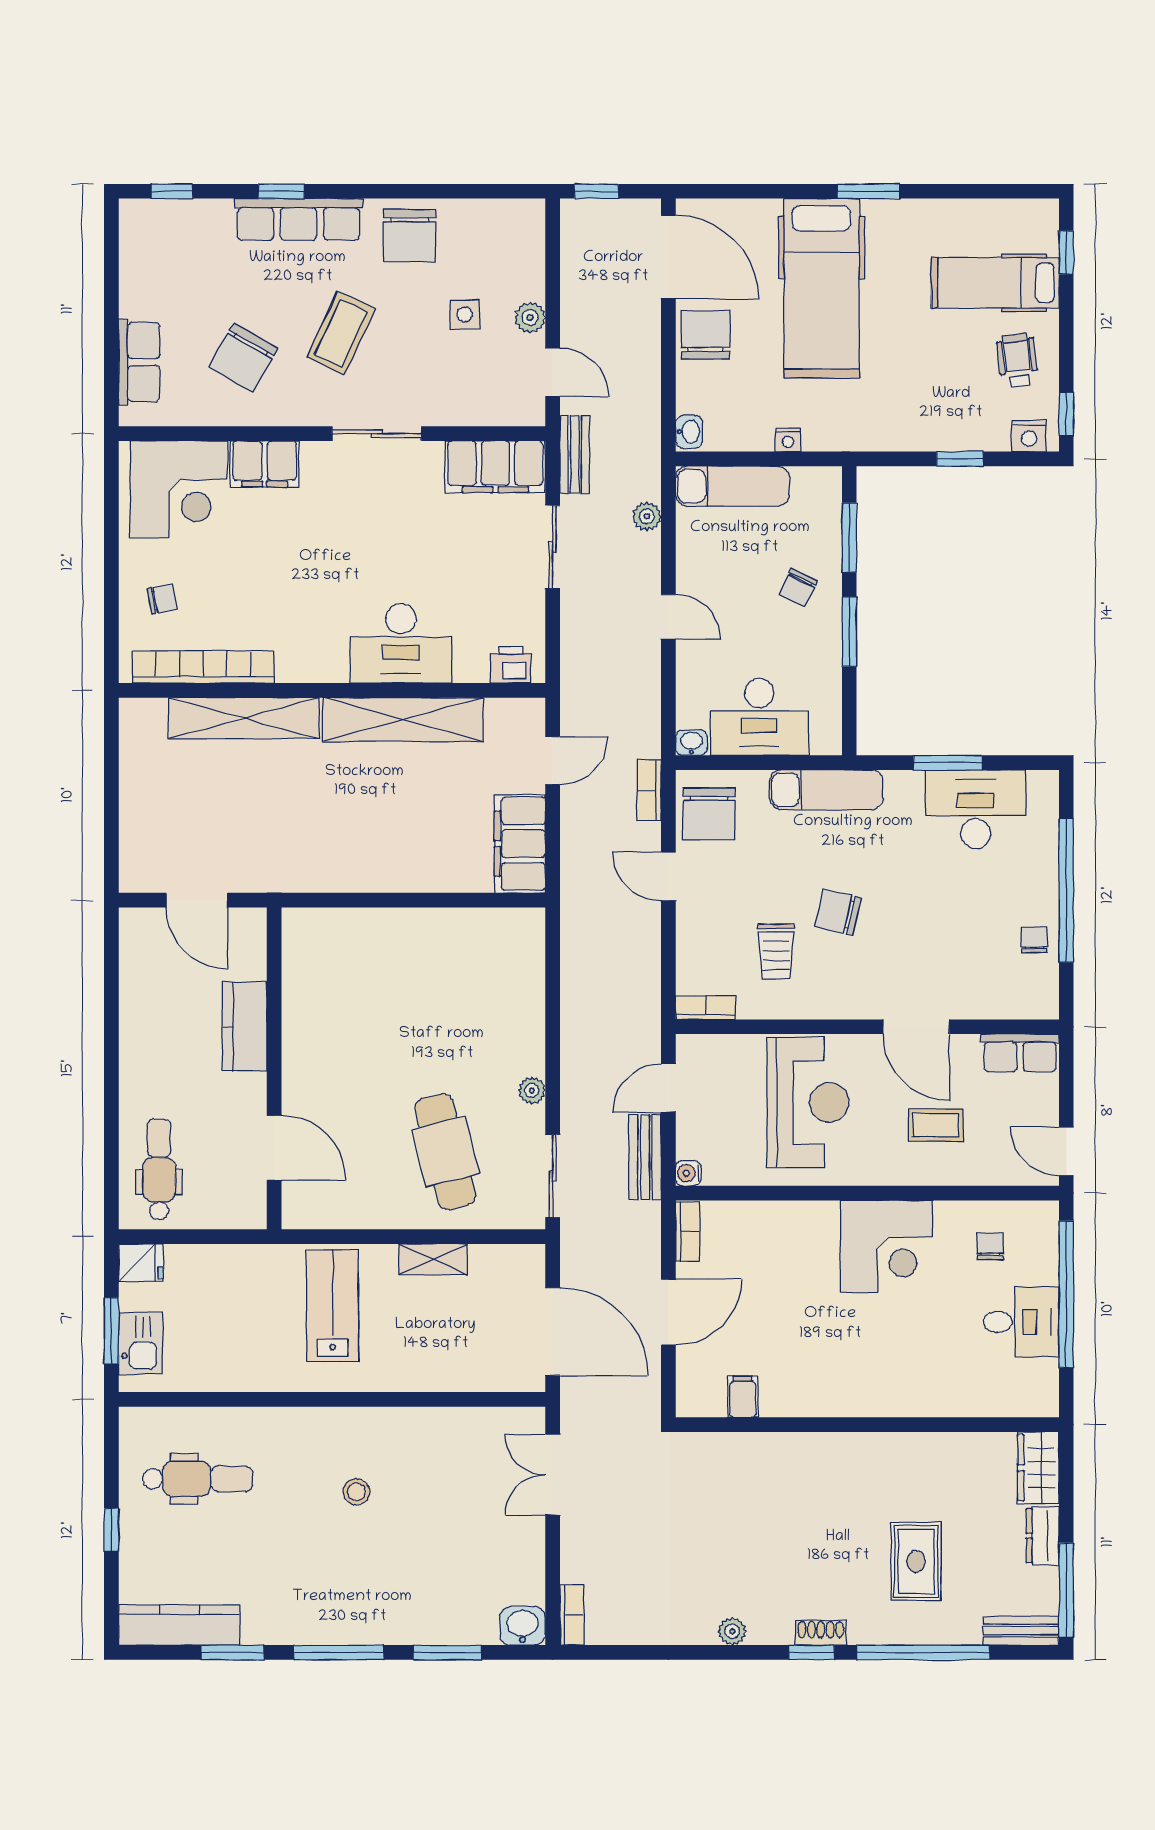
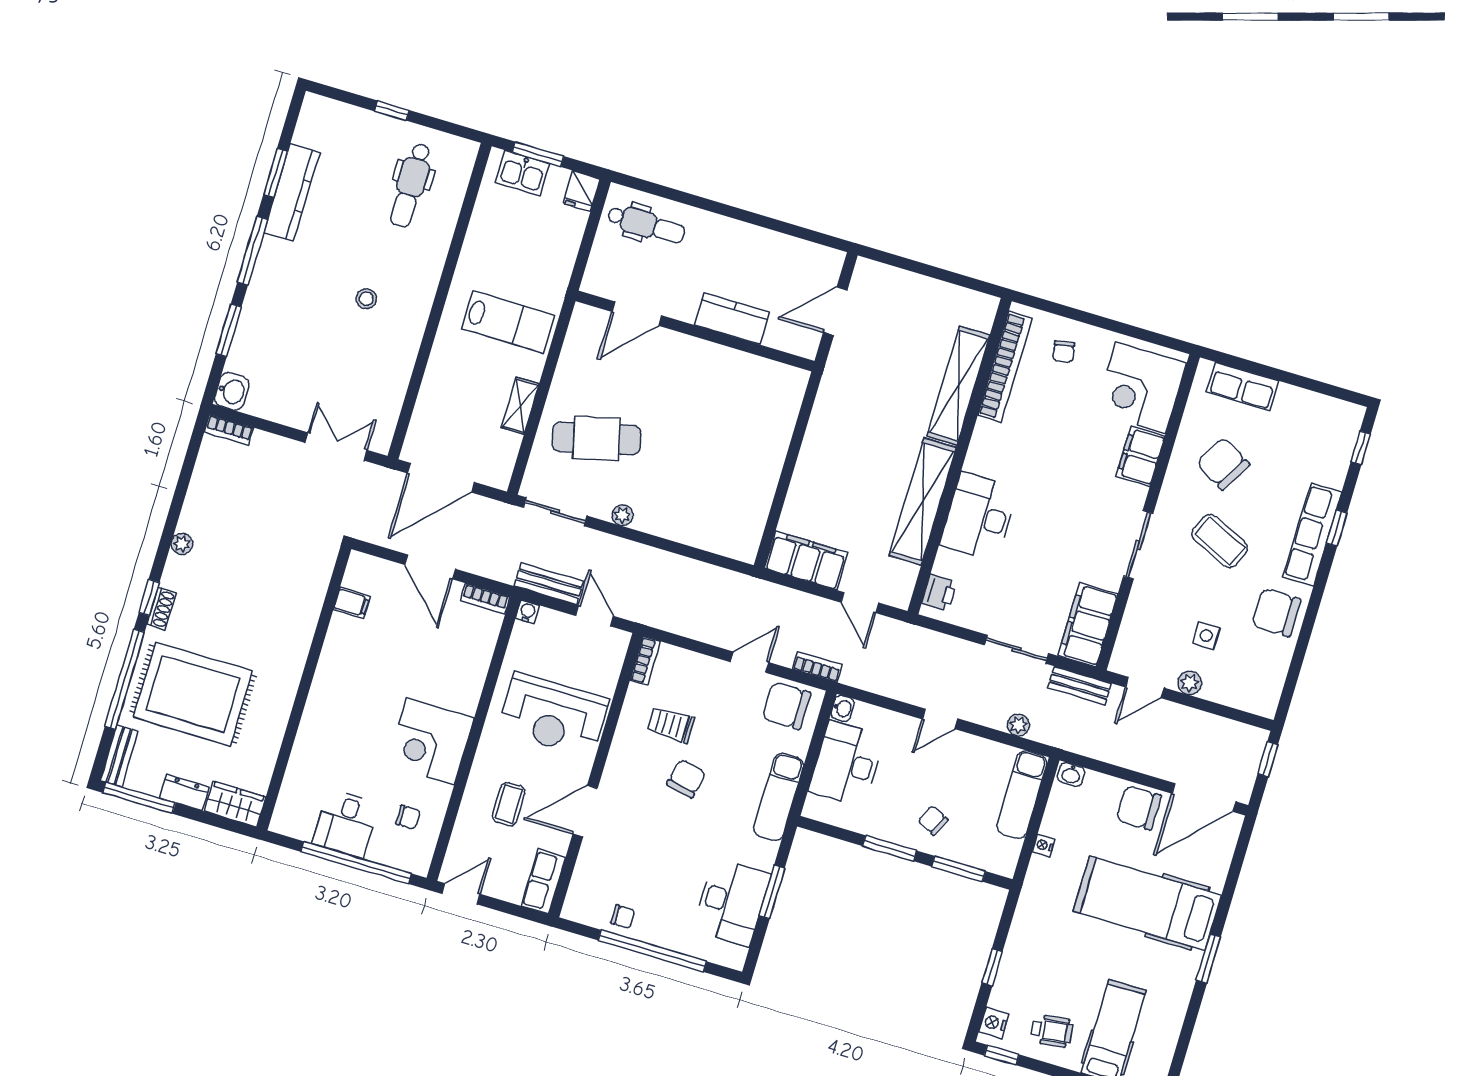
chair: (705, 335) -> (1139, 808), turned 180
rug: (916, 1561) -> (193, 694), width x1.86, depth x2.06
kitchen counter: (179, 1625) -> (292, 193), moved

